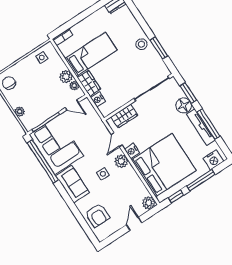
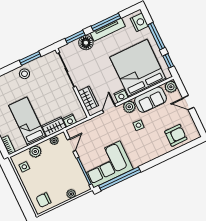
plant: (66, 77) -> (35, 152), moved
door: (117, 140) -> (109, 108), swing flipped
sofa: (73, 184) -> (151, 100), moved, turned 180

